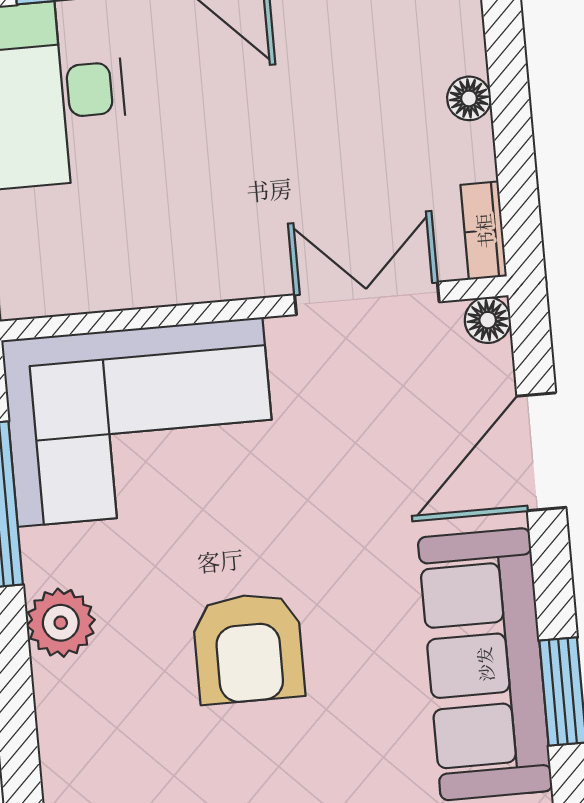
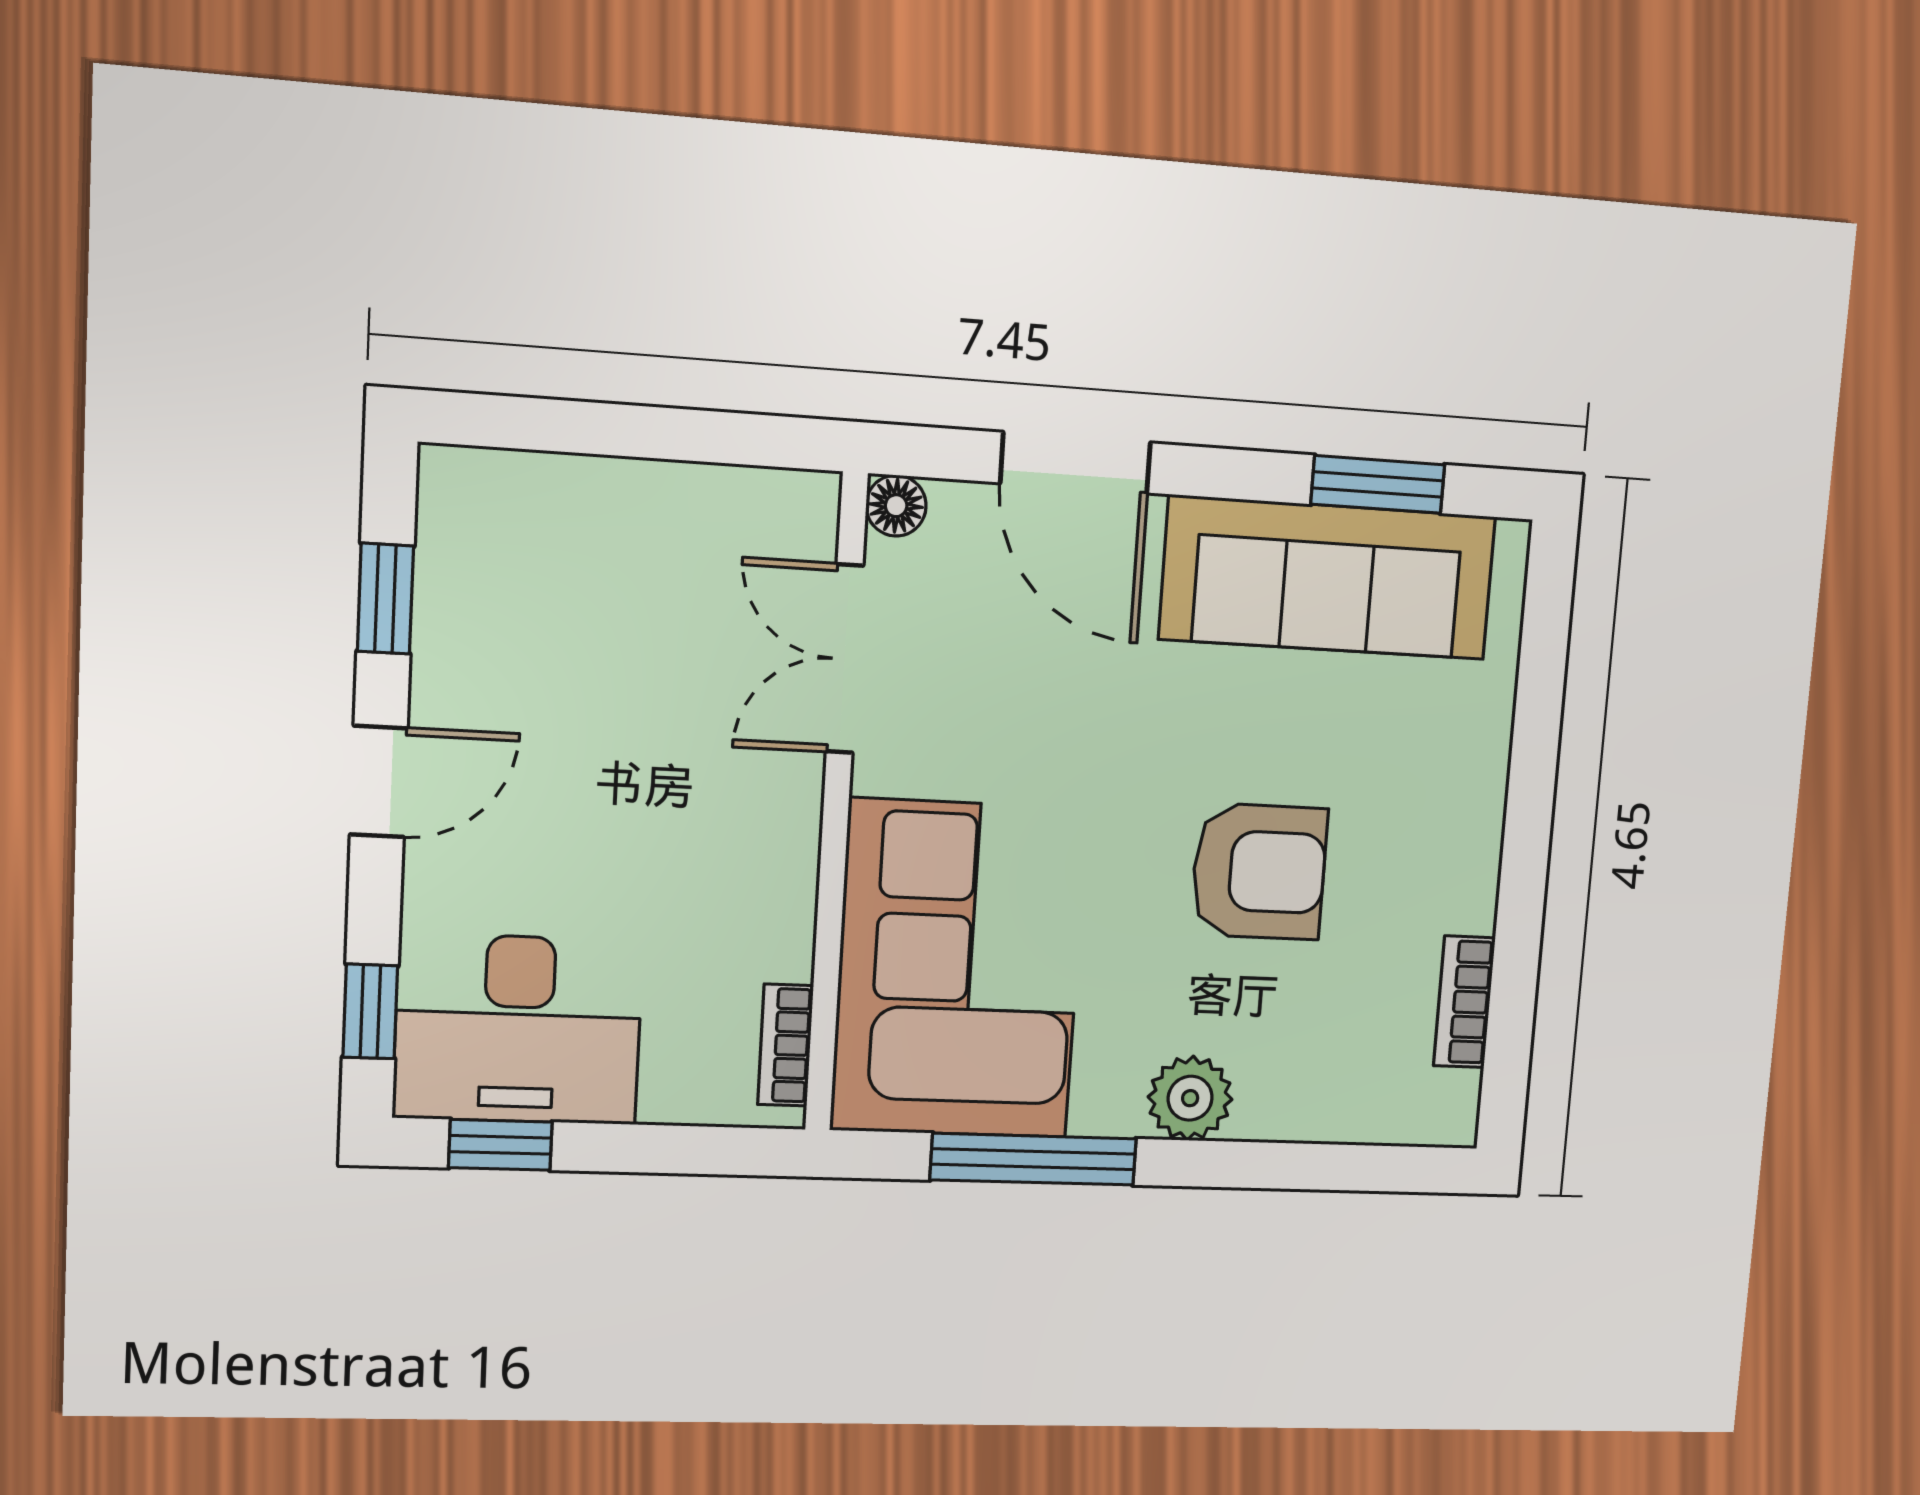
floor lamp: (469, 98) -> (600, 484), removed
bookcase: (484, 231) -> (786, 1045), moved, turned 90

